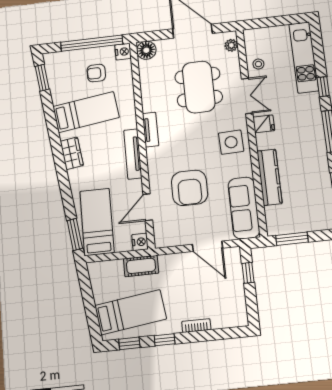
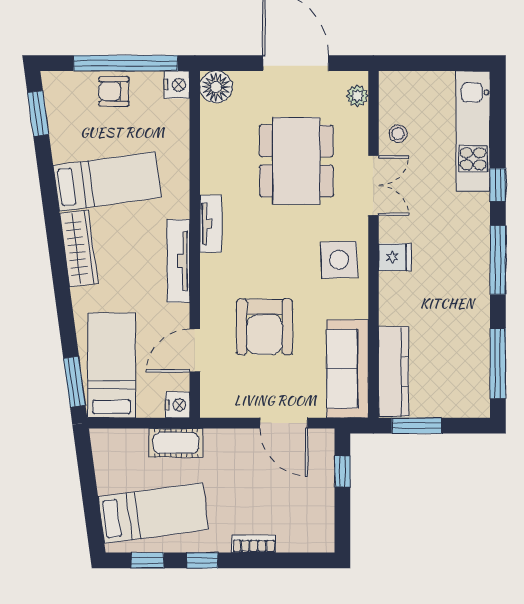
armchair: (96, 73) -> (114, 91), moved
fridge: (264, 124) -> (395, 257), moved
wardrobe: (72, 153) -> (79, 248), width x1.50
kitchen counter: (269, 177) -> (394, 372), moved

